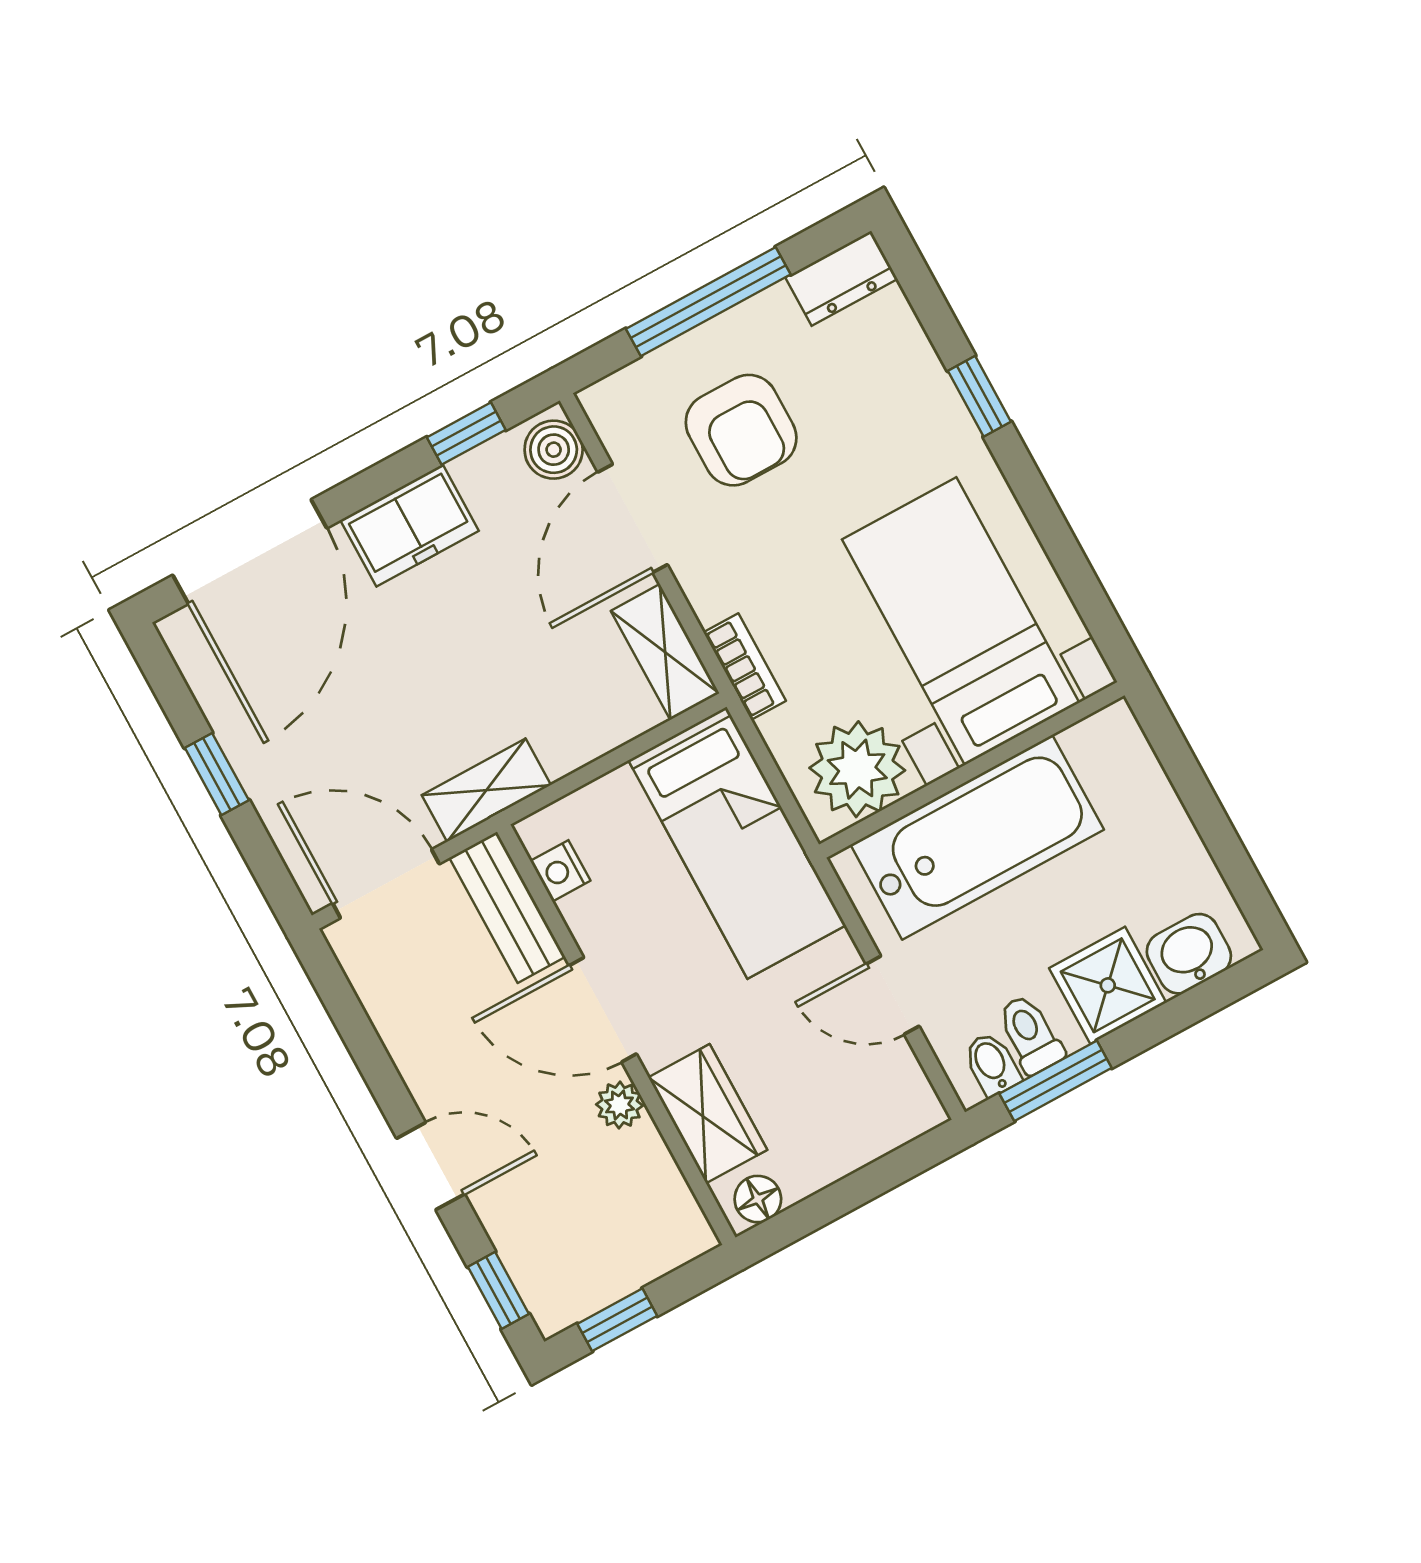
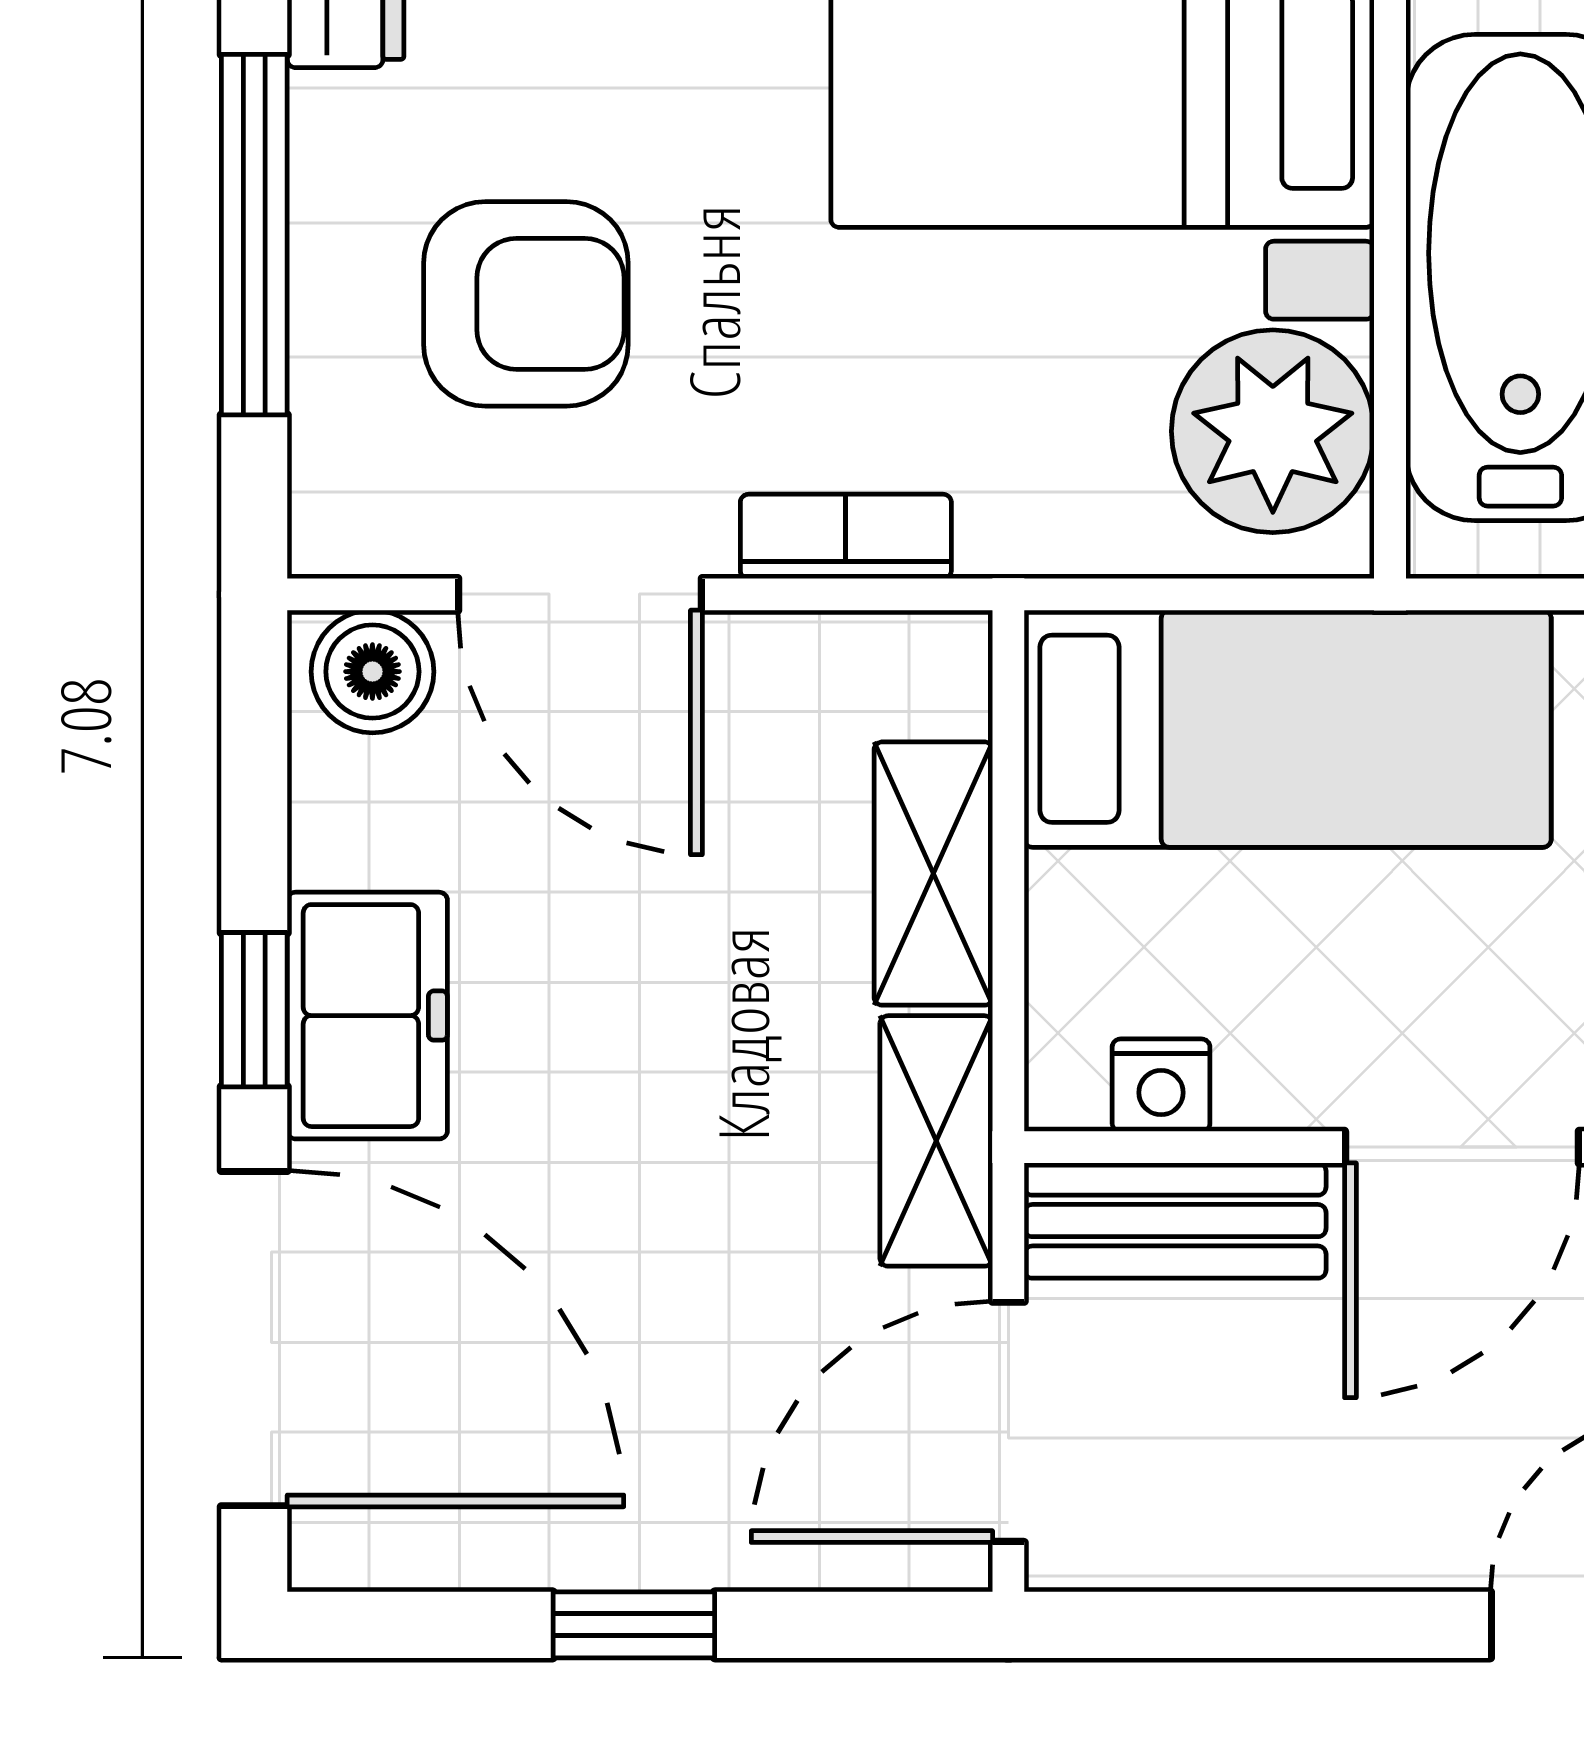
window: (466, 434) -> (254, 1010), moved
shelving: (665, 652) -> (933, 874), moved, turned 90
bookcase: (745, 667) -> (846, 536), moved

